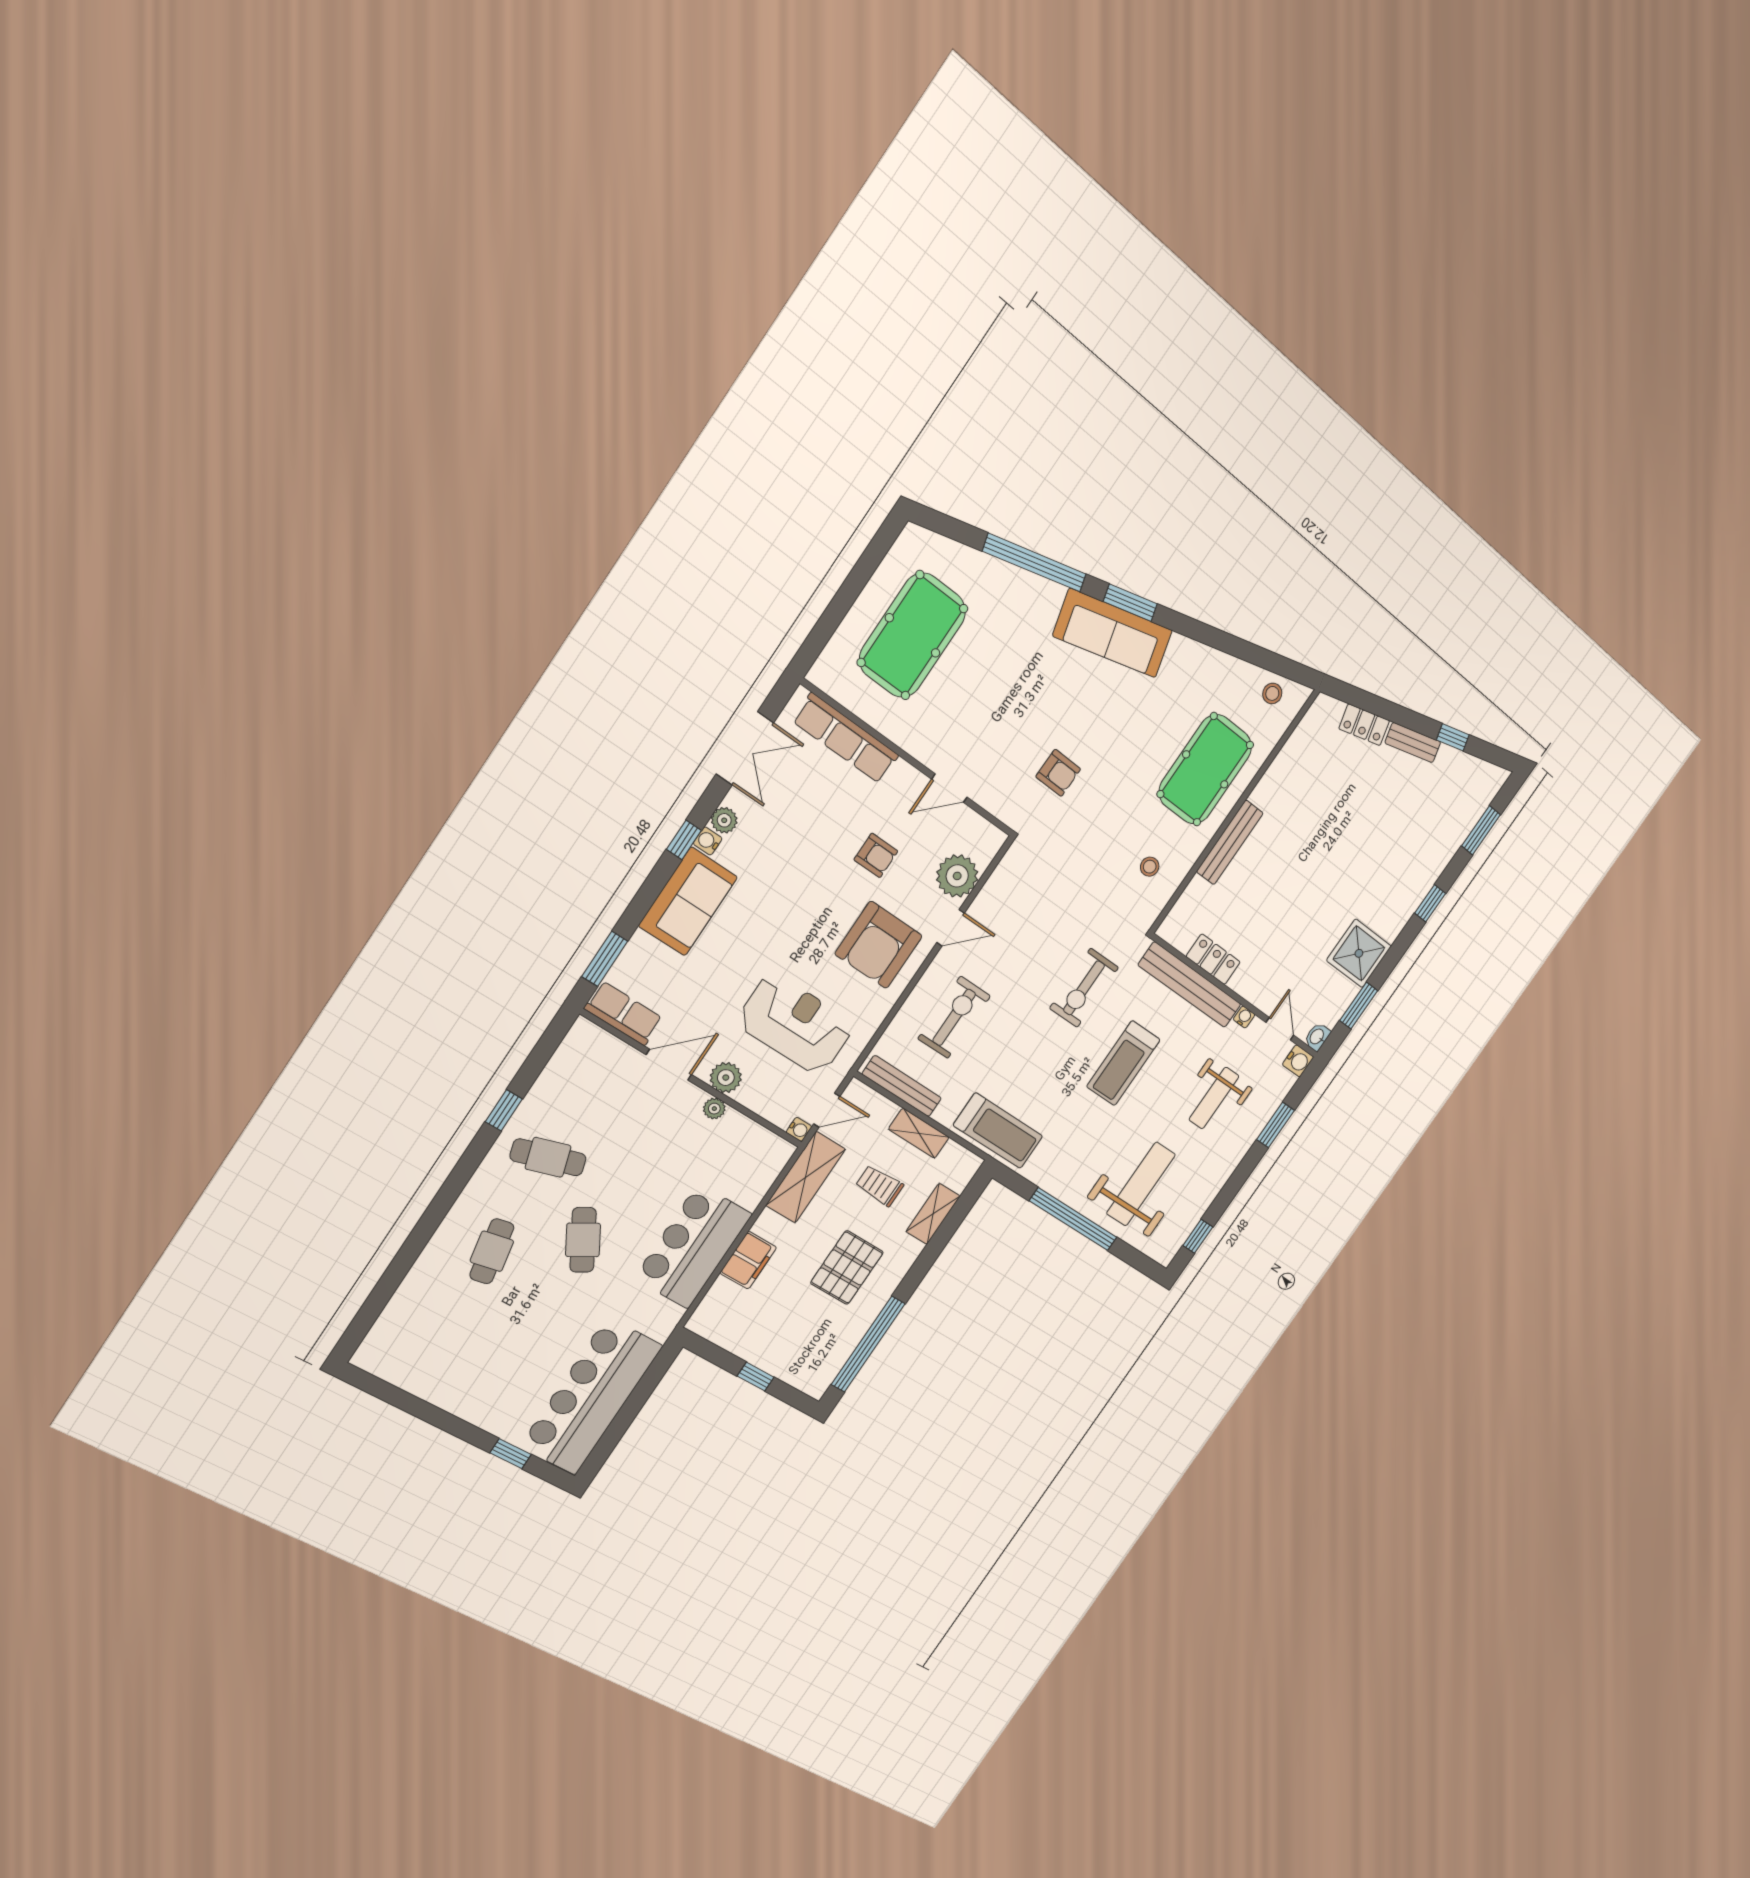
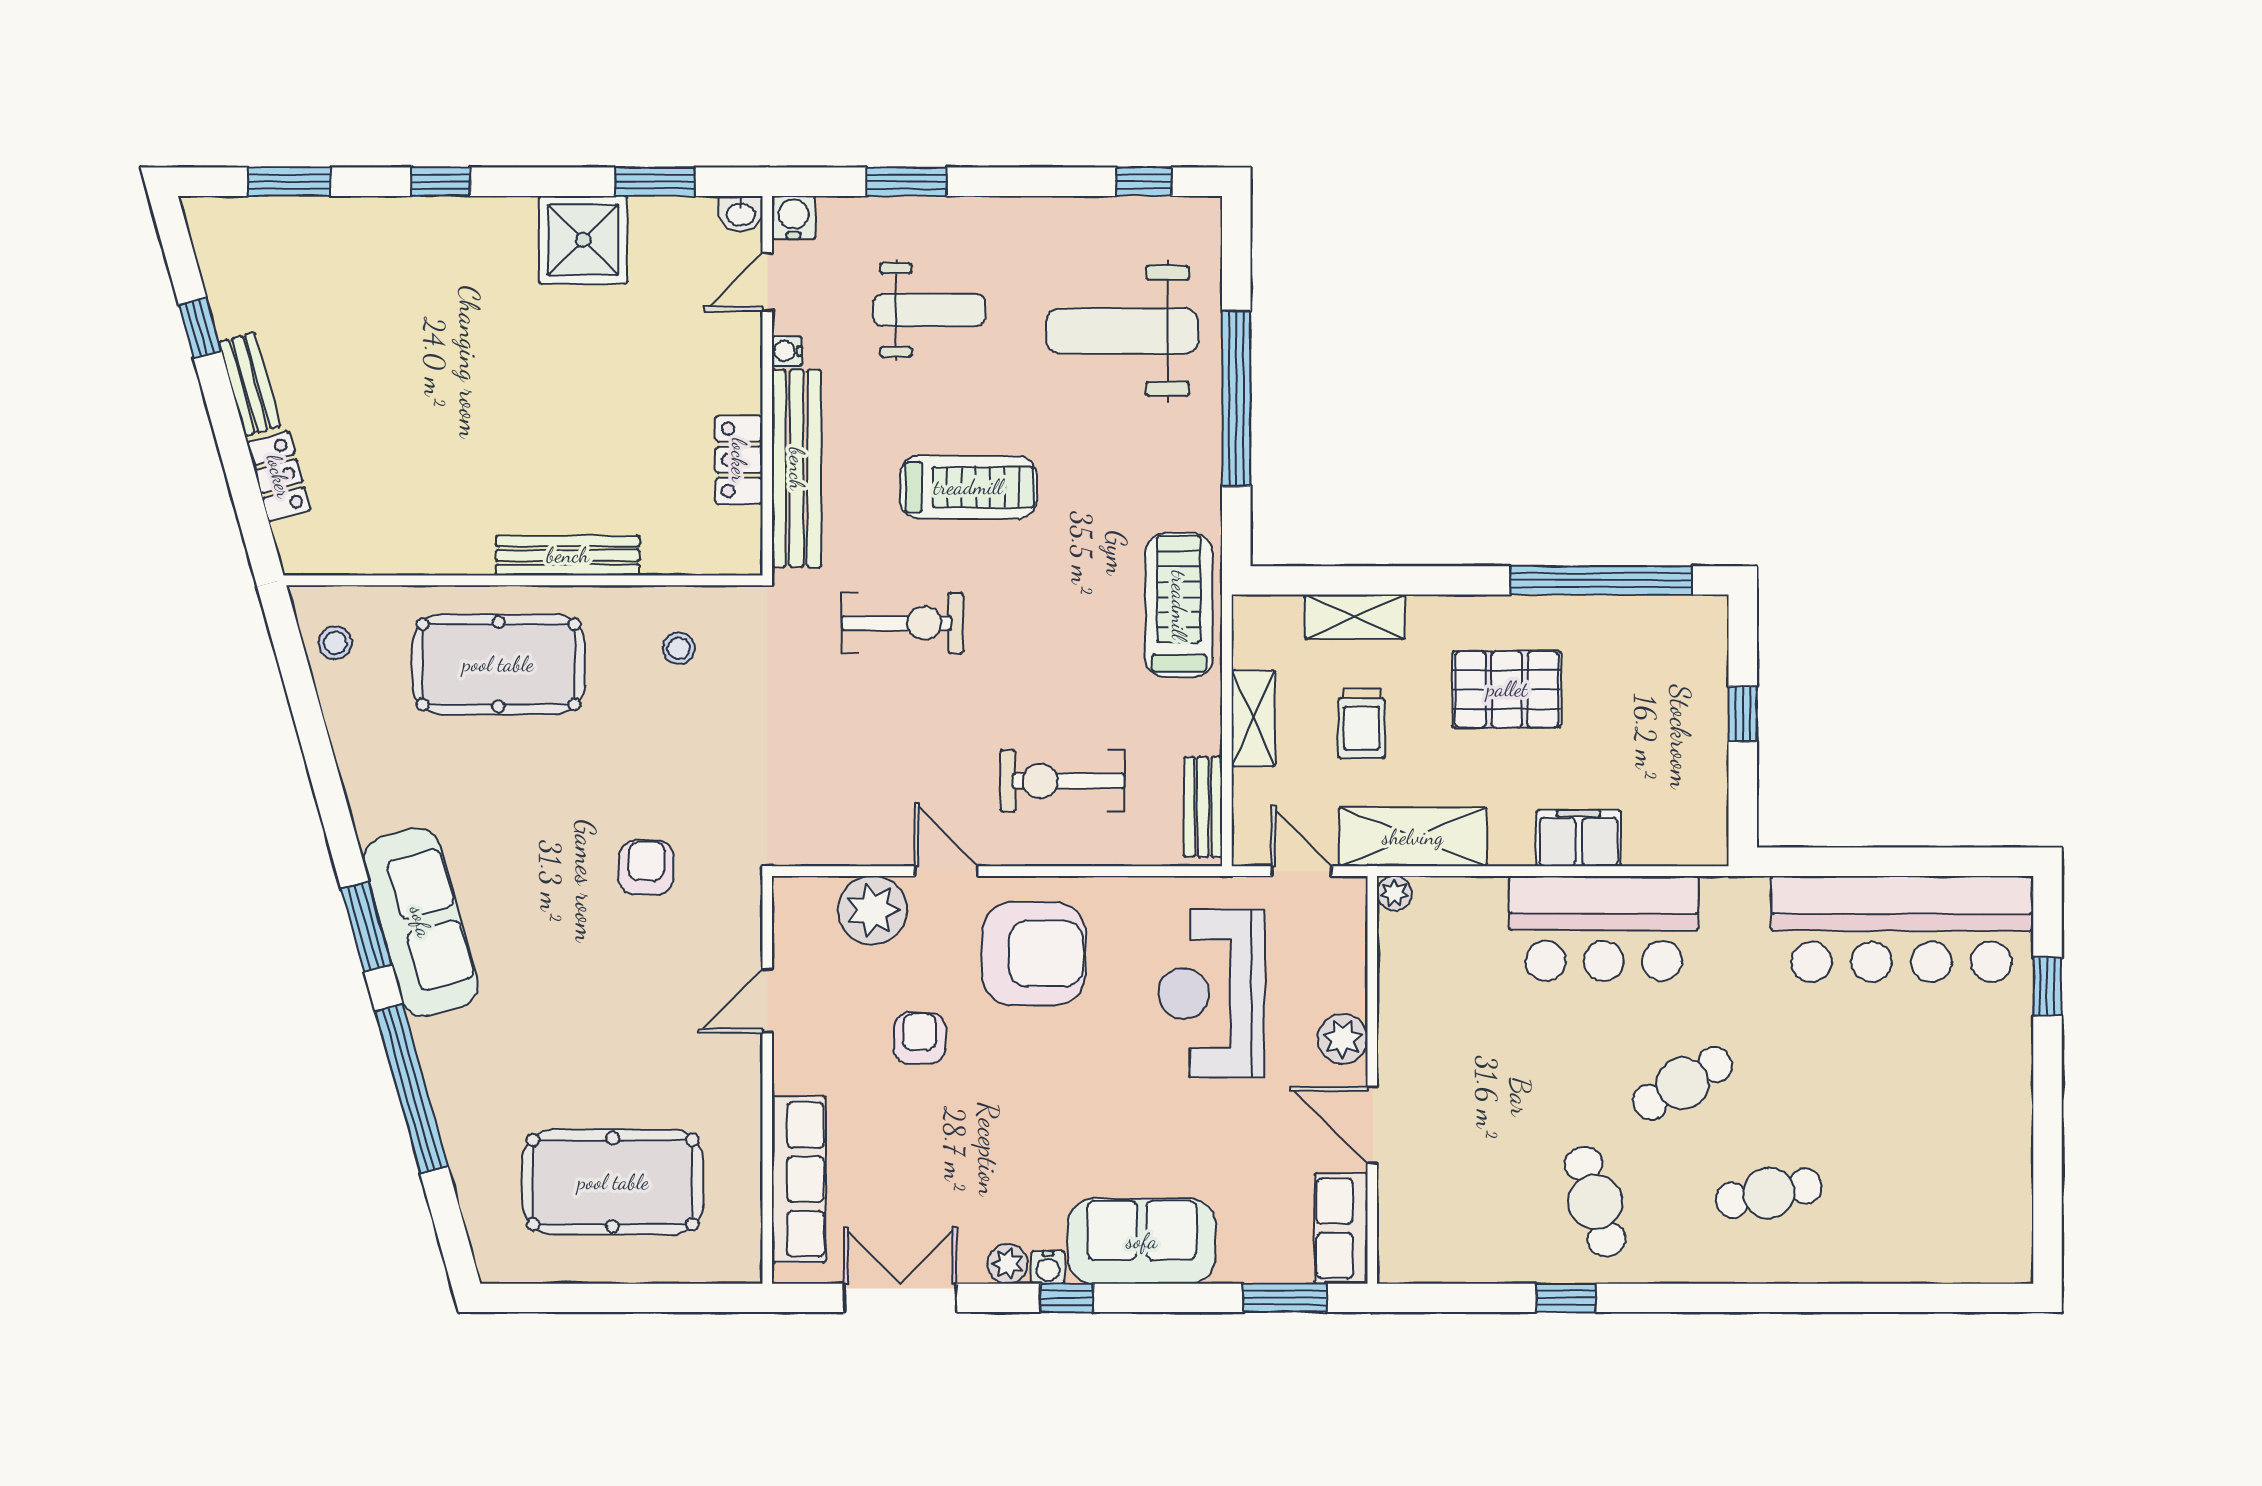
door: (949, 788) -> (767, 1001), swing flipped
bench: (902, 1086) -> (1203, 807), width x0.73
plant: (714, 1109) -> (1394, 893), moved
water cooler: (799, 1129) -> (1352, 891), removed

